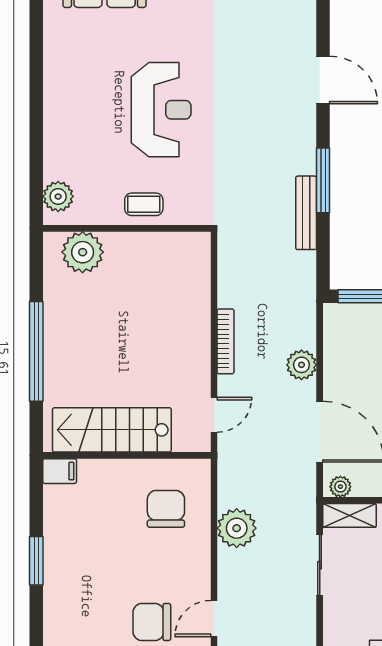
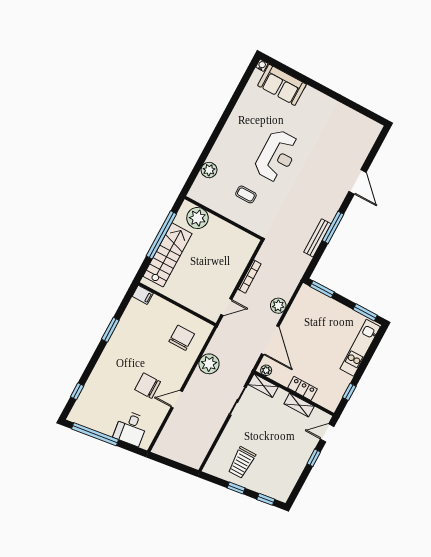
wall: (127, 228) -> (223, 218), moved
plant: (83, 252) -> (197, 218), moved
stairs: (112, 430) -> (167, 255), moved, turned 90

